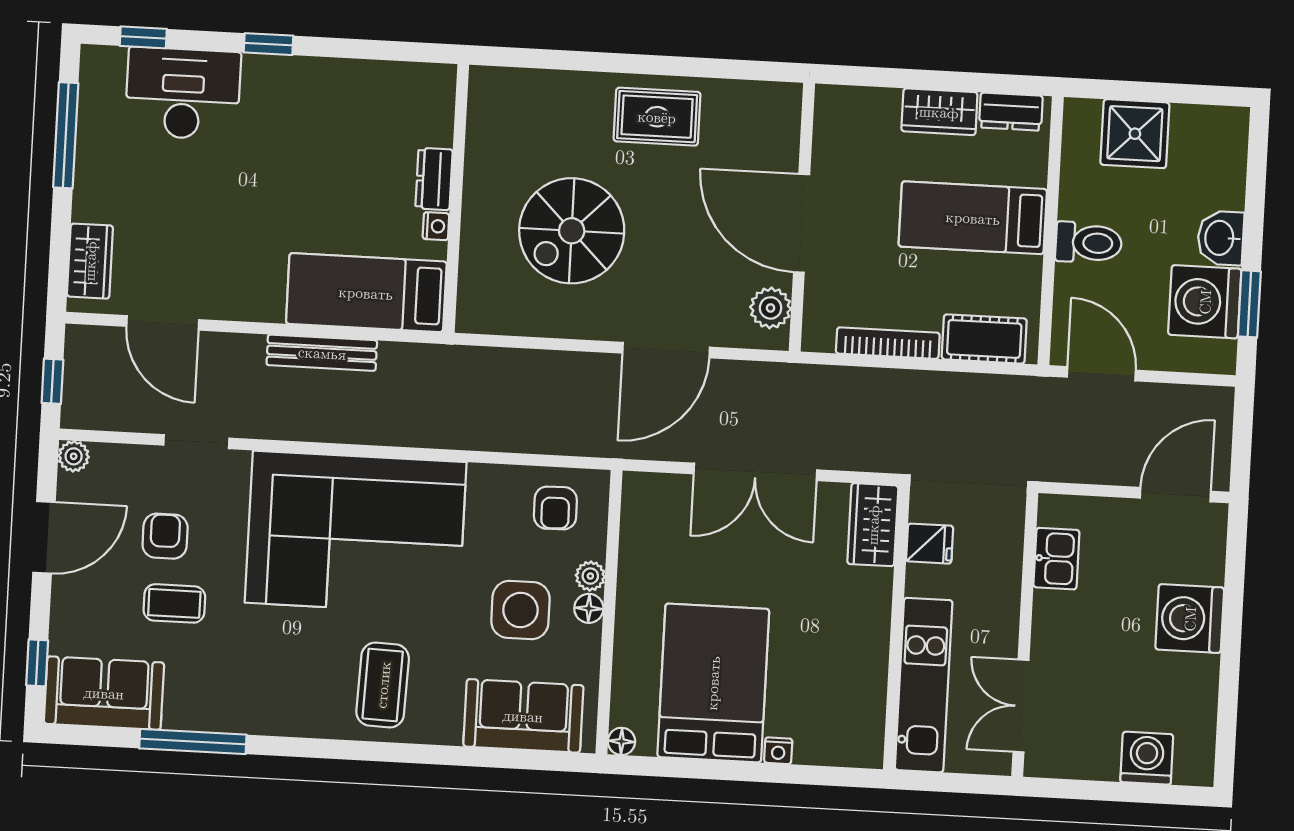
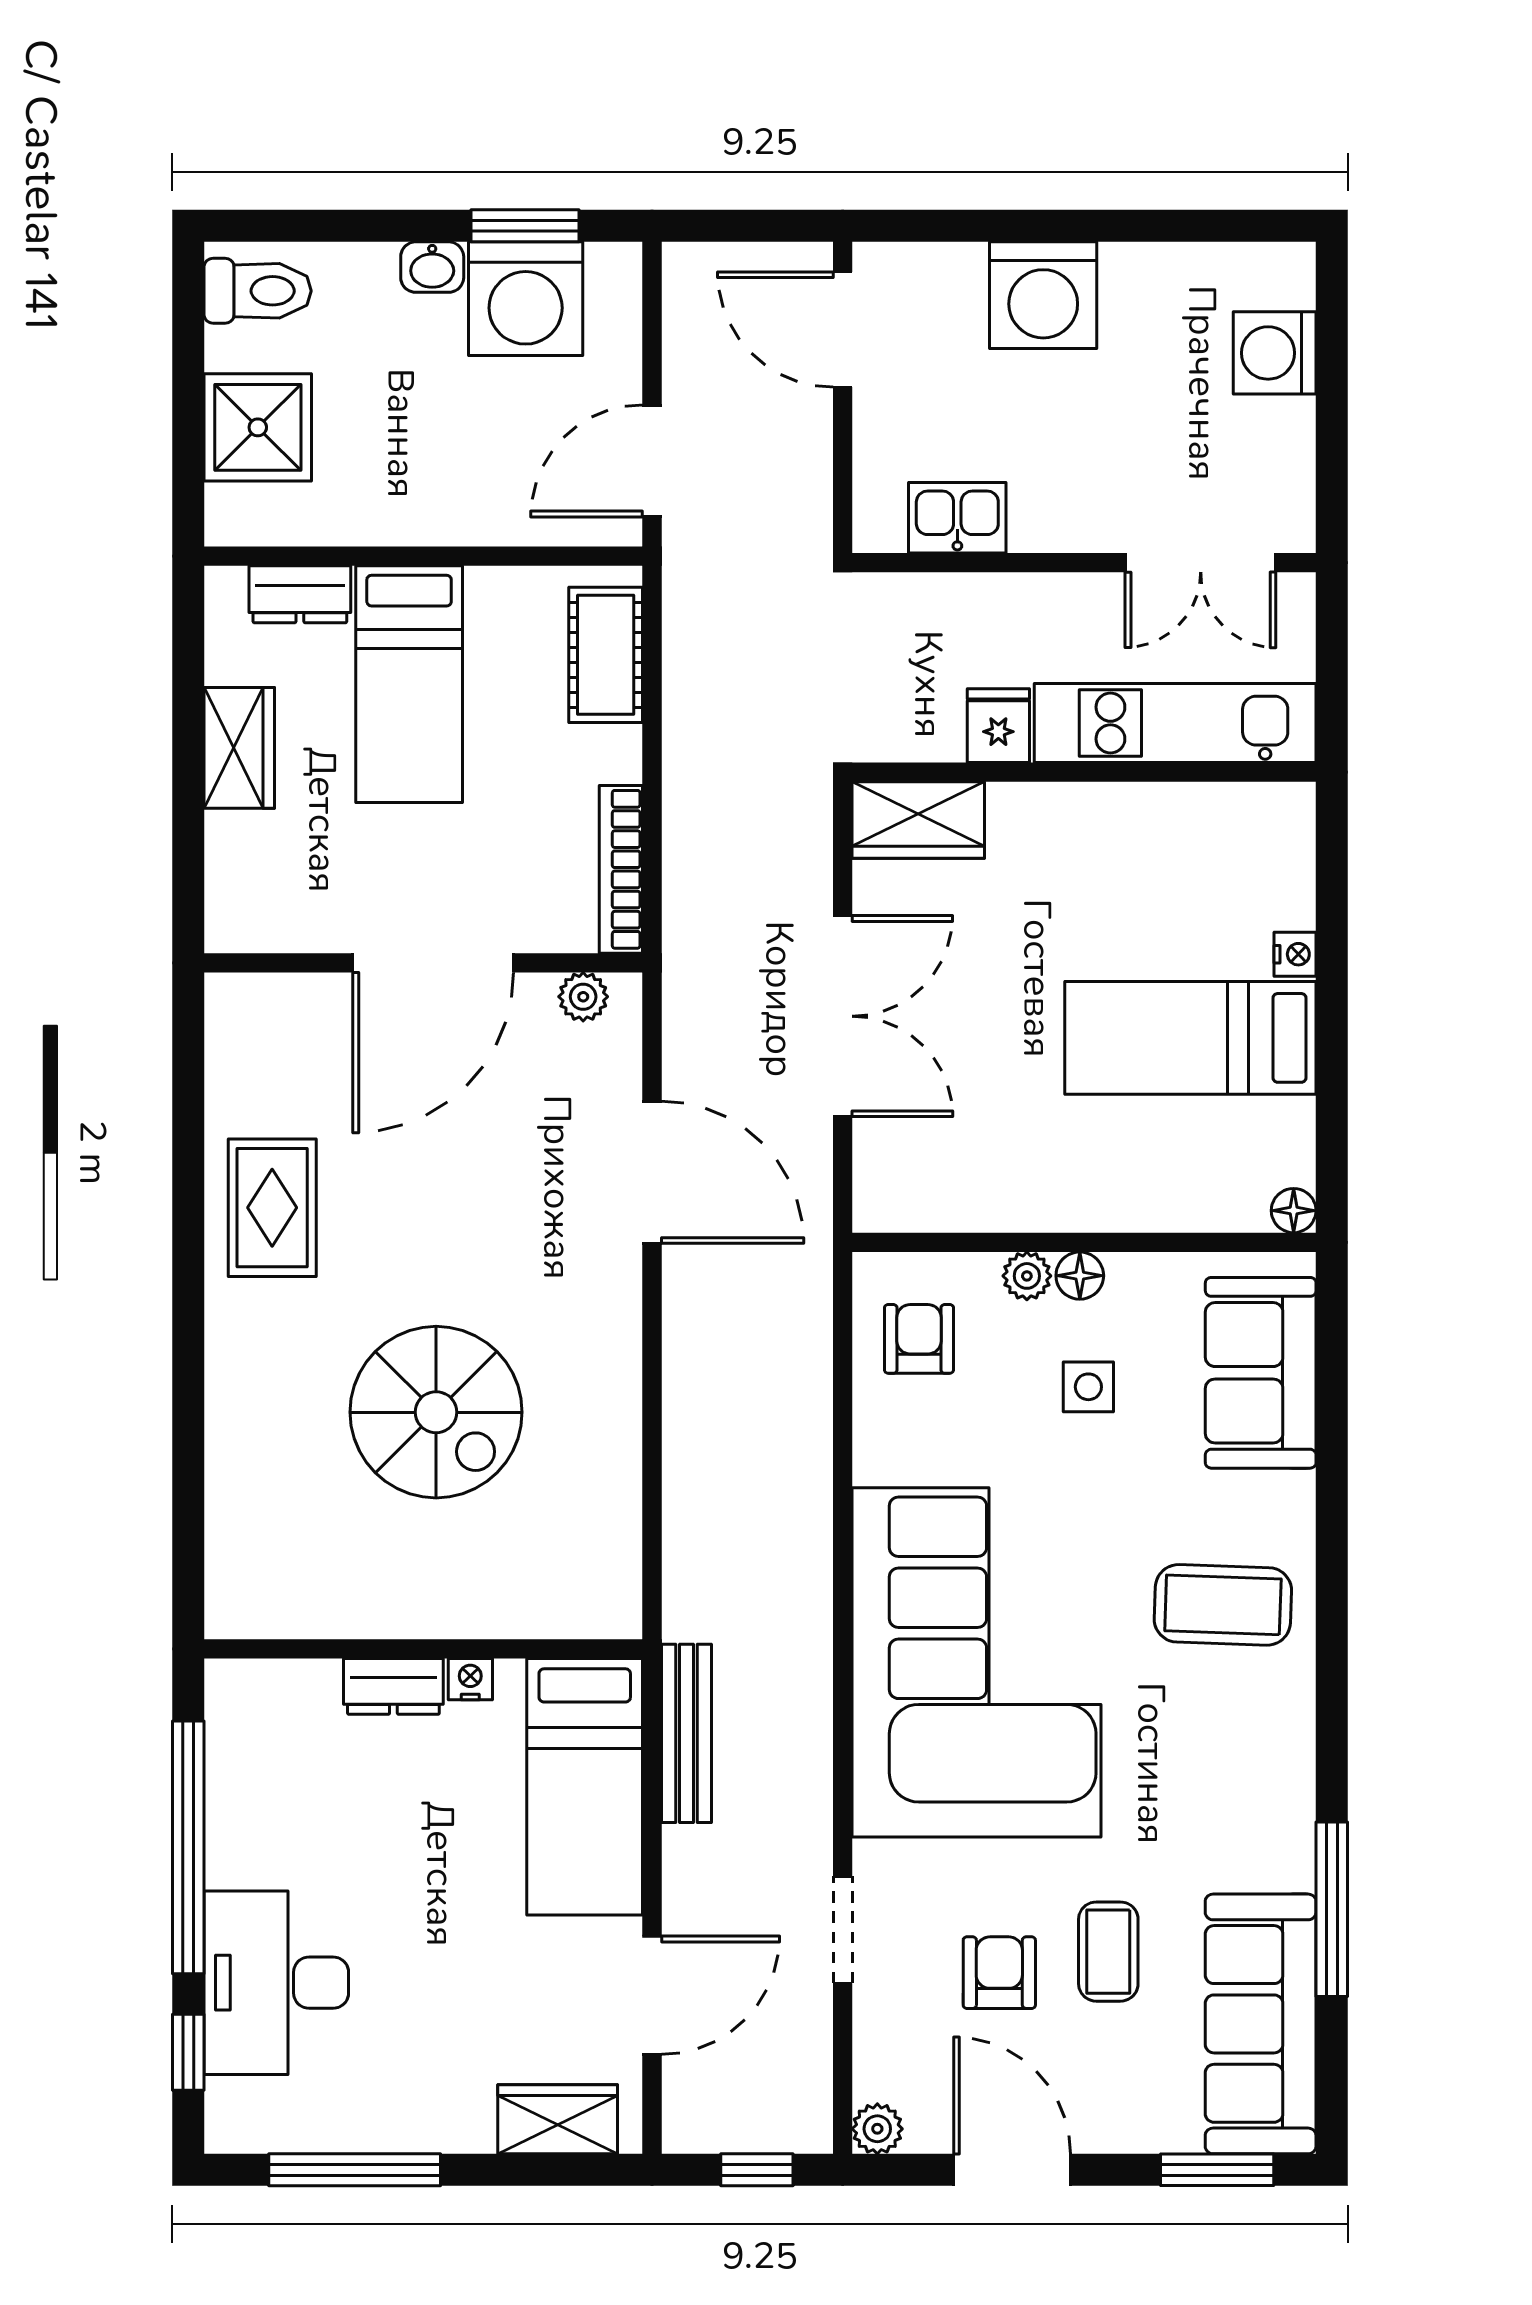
window: (269, 44) -> (188, 1847), width x3.17
dresser: (1011, 112) -> (300, 594), moved, turned 90
dresser: (434, 179) -> (393, 1686), moved
wall: (456, 198) -> (423, 1649), moved
nightstand: (436, 226) -> (470, 1679), moved
spiral stairs: (572, 231) -> (436, 1412), moved
washbasin: (1221, 238) -> (432, 267), width x0.72, depth x0.69
toilet: (1089, 243) -> (258, 291), moved, turned 90
bed: (366, 293) -> (585, 1787), moved
plant: (771, 308) -> (583, 997), width x0.73, depth x0.73
bookcase: (888, 343) -> (621, 869), moved
armchair: (555, 508) -> (919, 1339), turned -89
armchair: (165, 536) -> (999, 1973), turned 90
fridge: (930, 544) -> (998, 726), moved
side table: (520, 610) -> (1088, 1387), width x0.54, depth x0.54
window: (37, 663) -> (1217, 2170), width x1.50
bed: (713, 683) -> (1190, 1038), width x0.67
sofa: (104, 693) -> (1261, 2024), width x1.36

